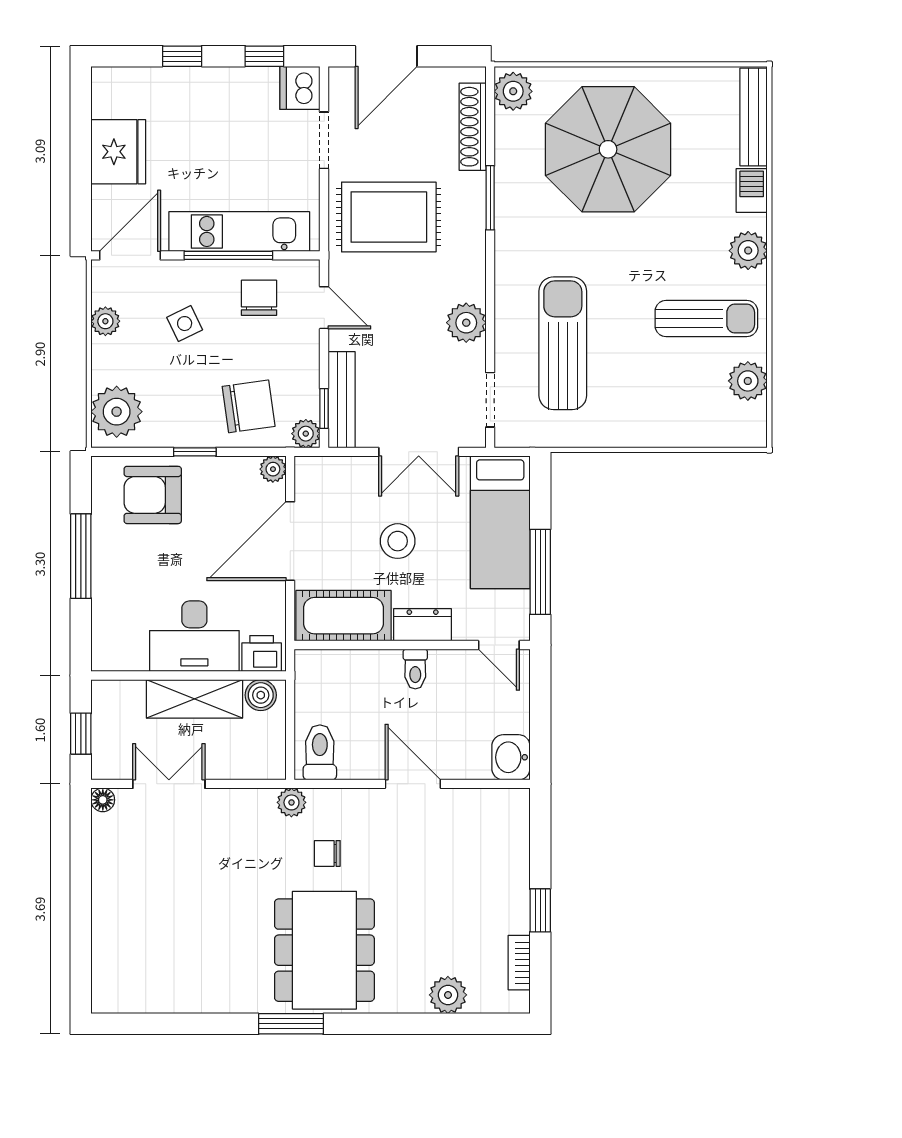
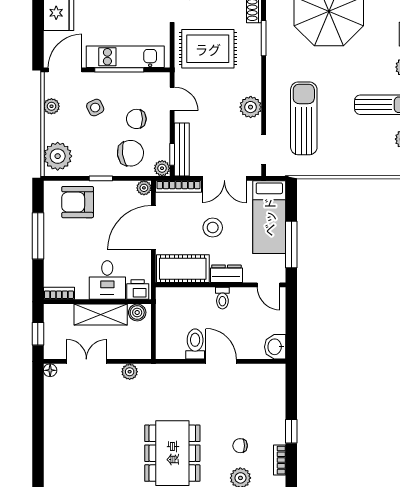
chair: (259, 298) -> (136, 119), moved, turned -90
bookcase: (336, 467) -> (178, 186), added
desk: (194, 636) -> (107, 280), width x0.73
bookcase: (119, 660) -> (59, 293), added
toilet: (320, 752) -> (195, 344), moved
plant: (291, 802) -> (130, 372), moved
chair: (327, 853) -> (240, 446), moved

